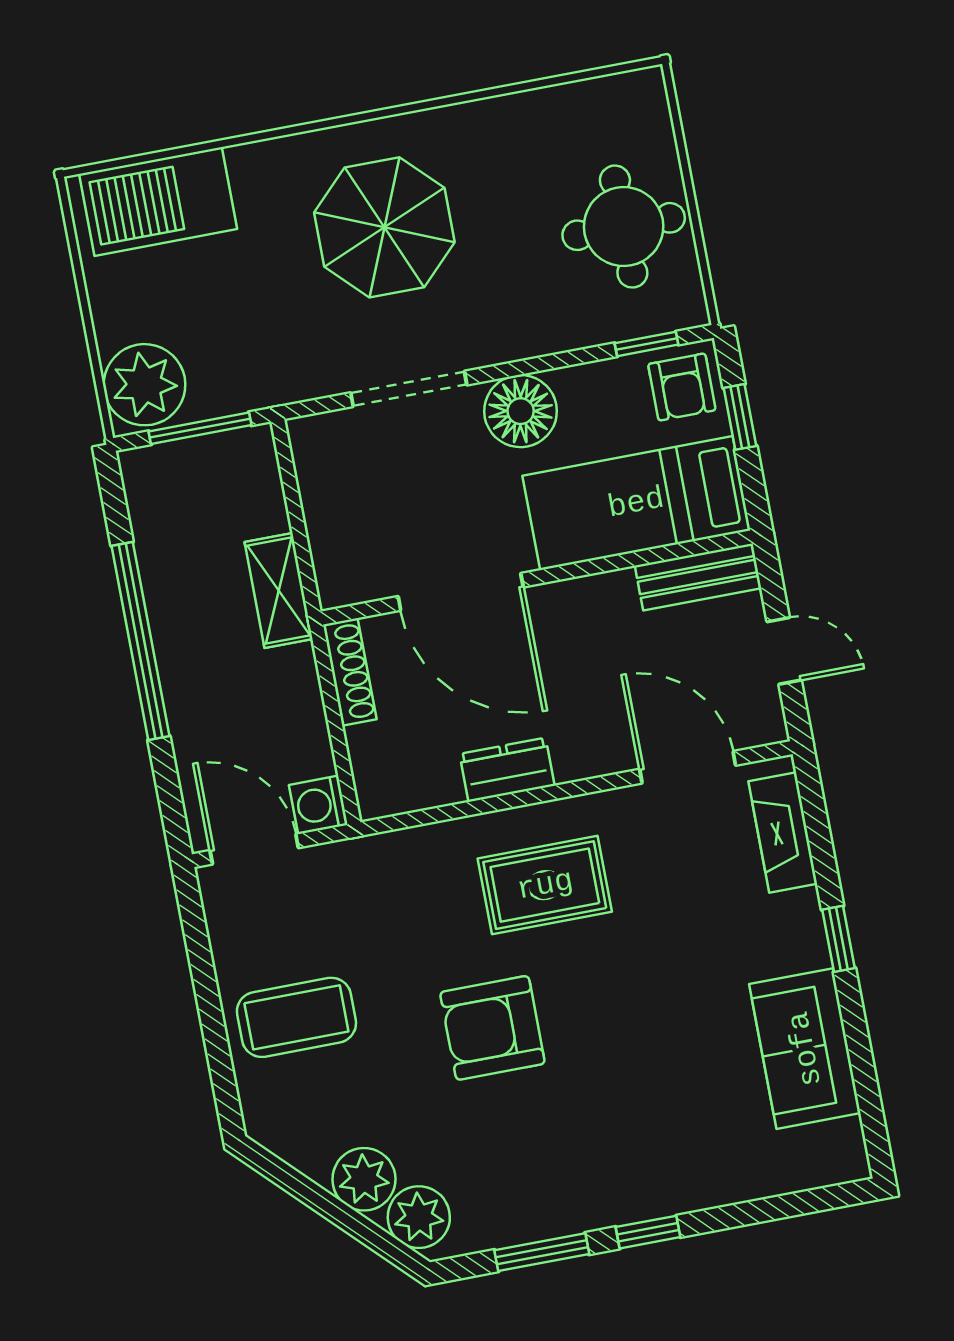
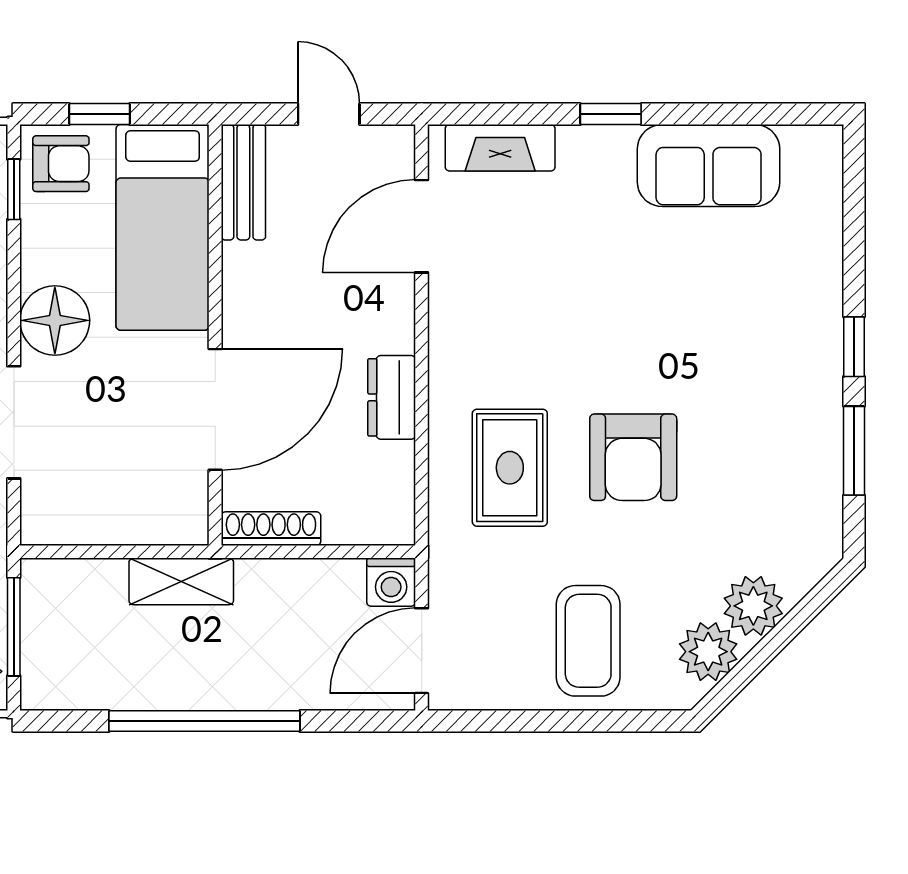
door: (784, 651) -> (329, 114), hinge flipped
rug: (545, 885) -> (510, 468), moved
plant: (419, 1217) -> (708, 652), moved

